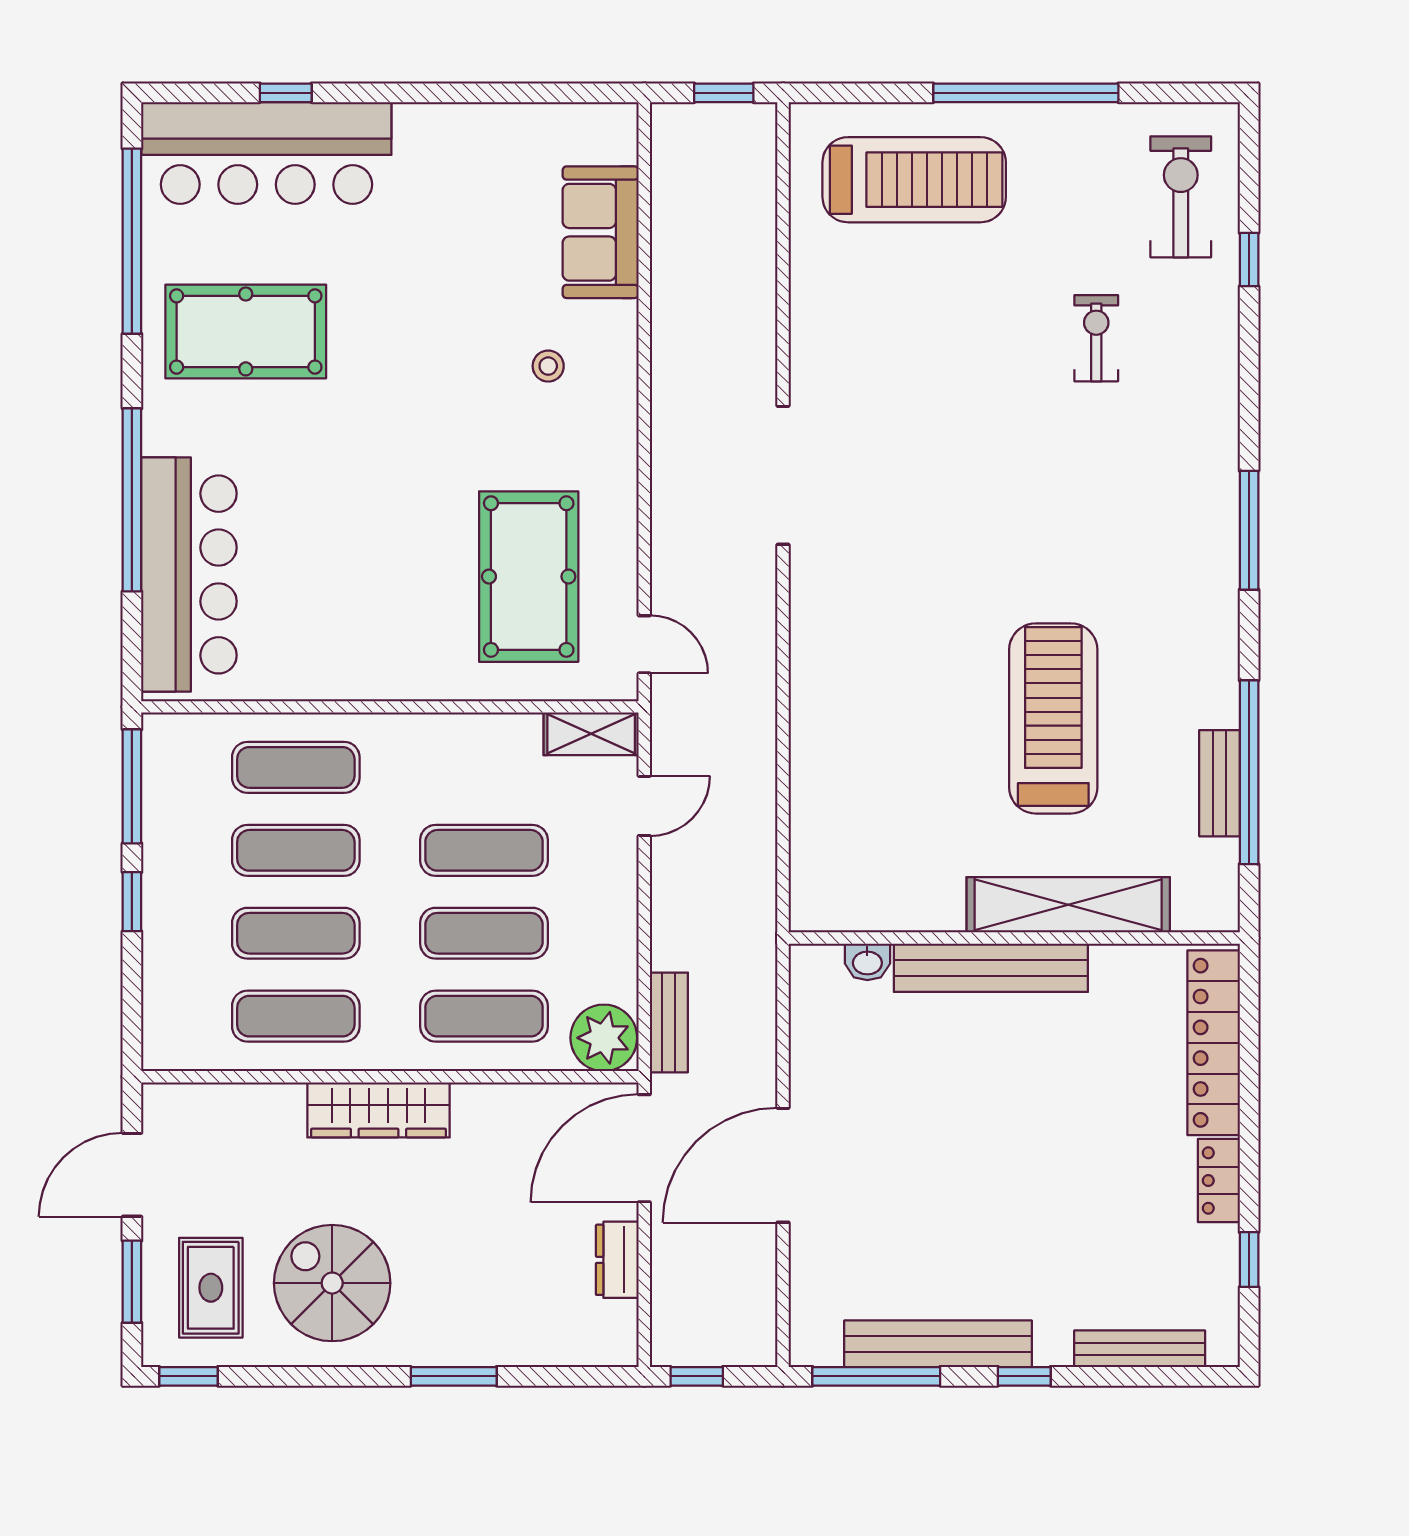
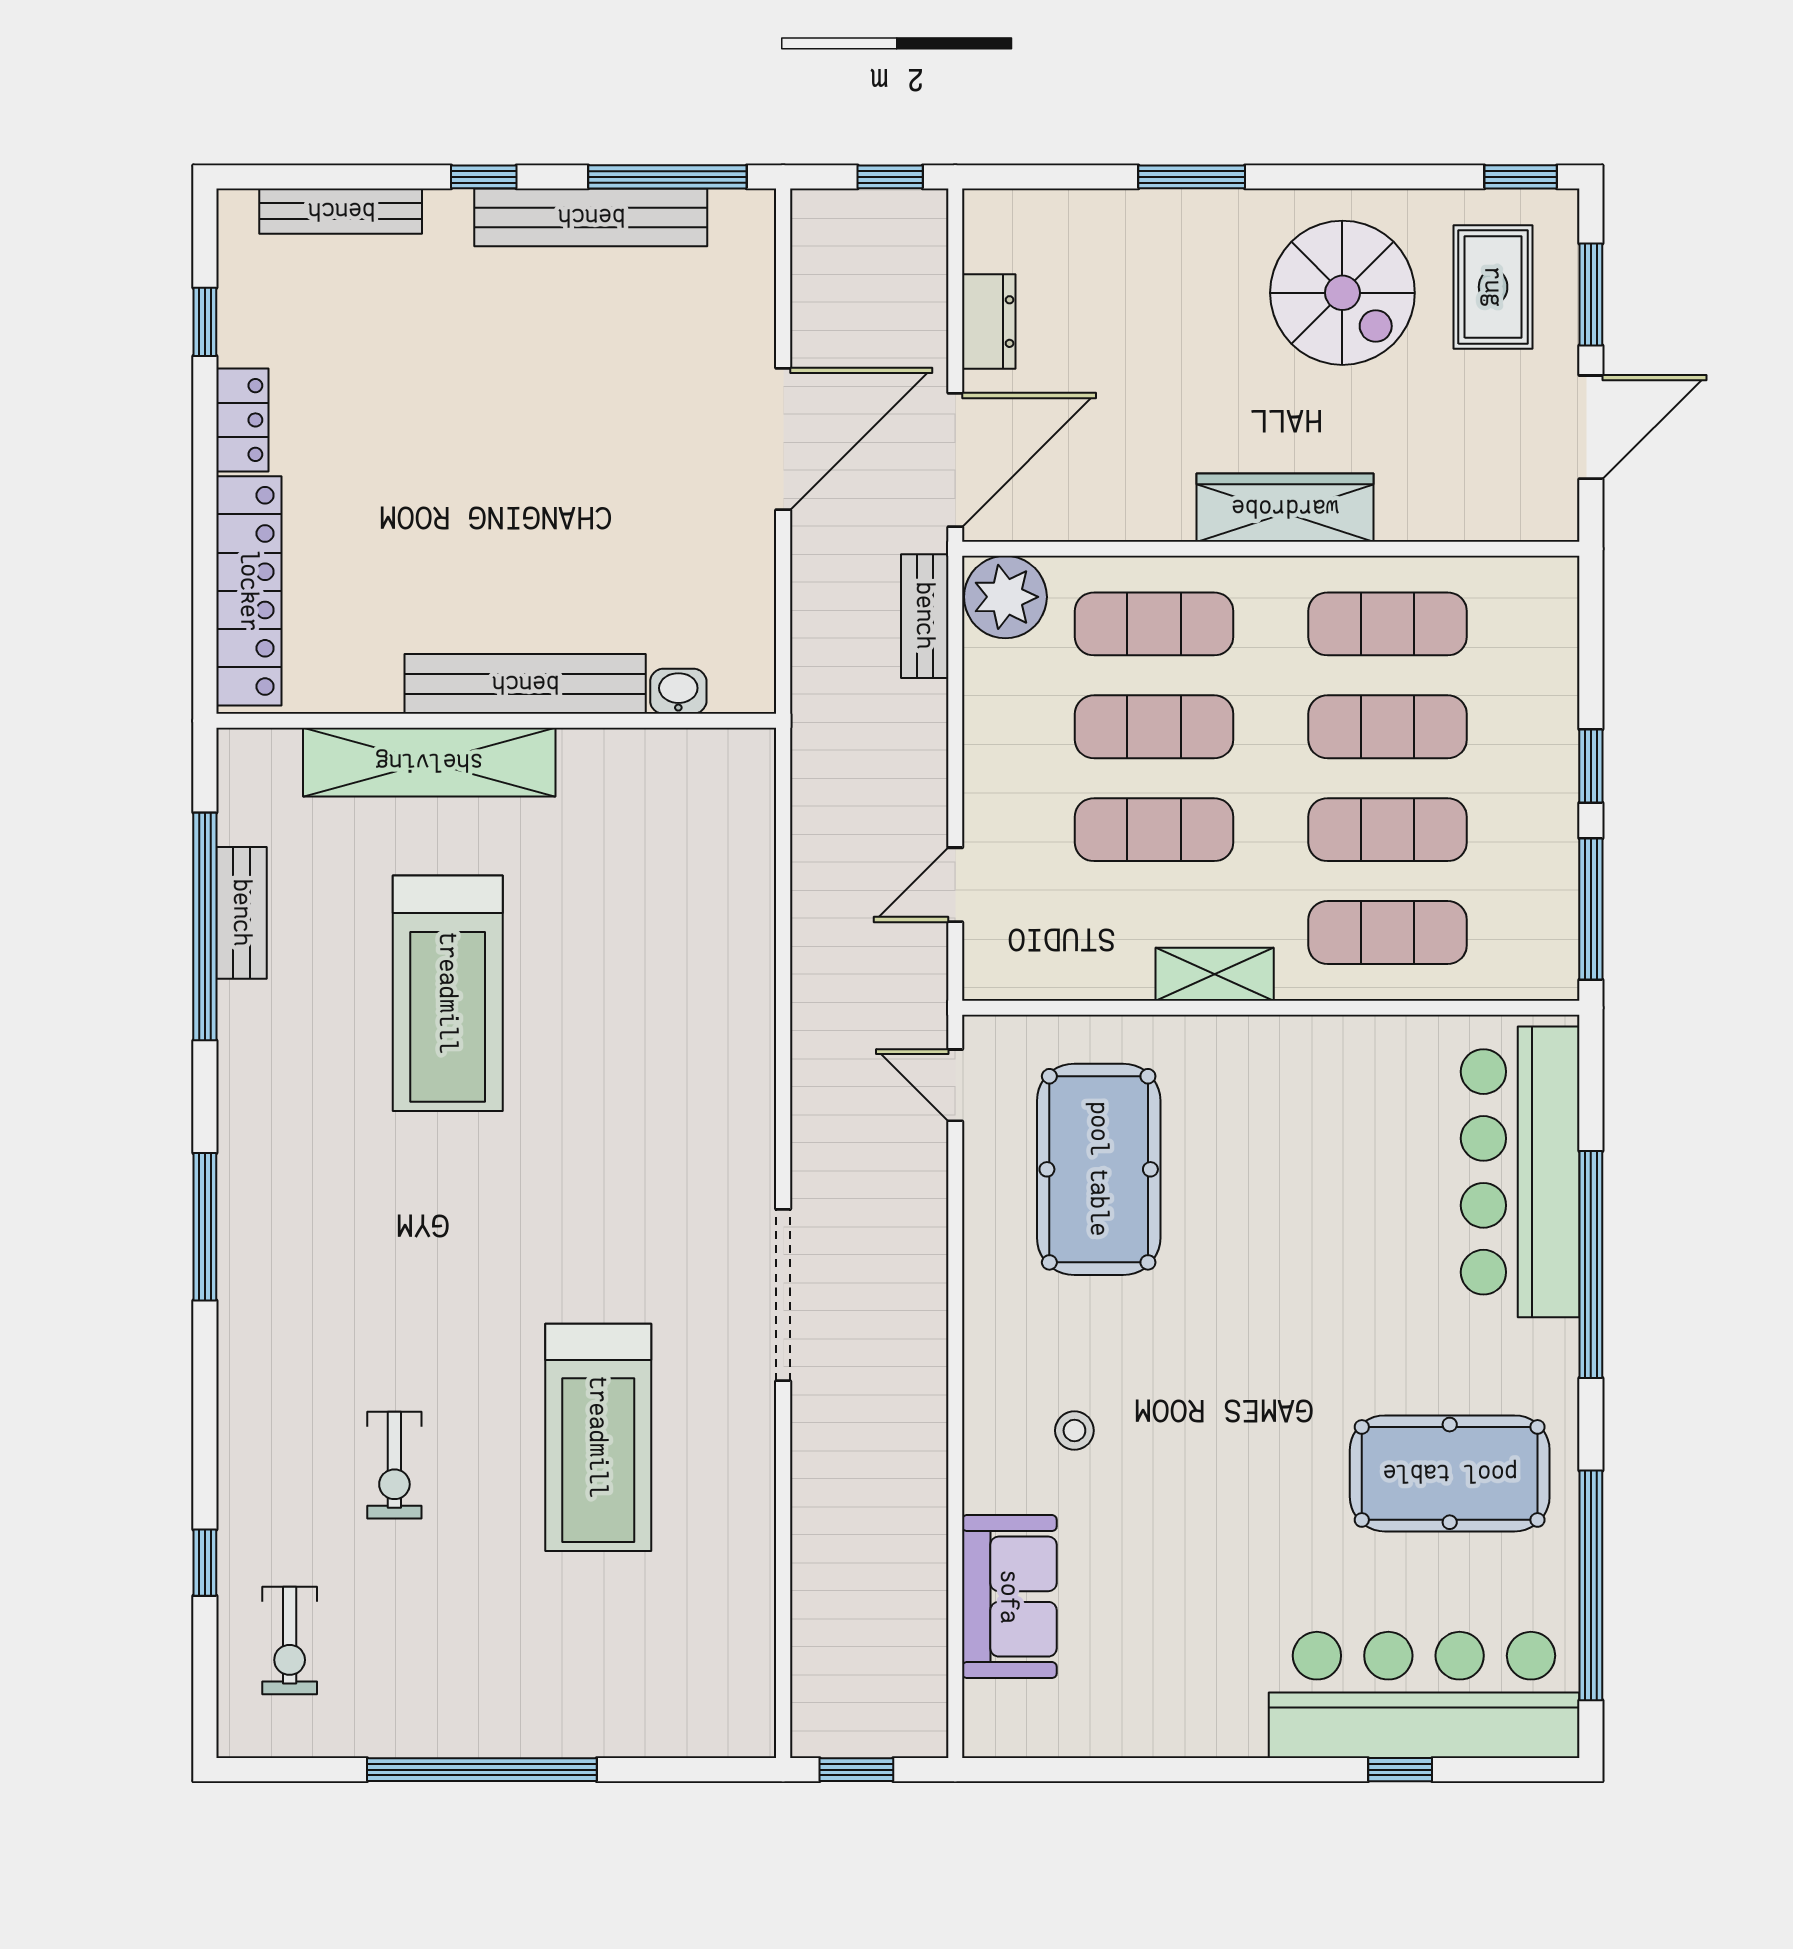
treadmill: (914, 180) -> (598, 1437), moved, turned -90
exercise bike: (1181, 197) -> (290, 1640), width x0.73, depth x0.72
shelving: (591, 734) -> (1215, 974), moved

